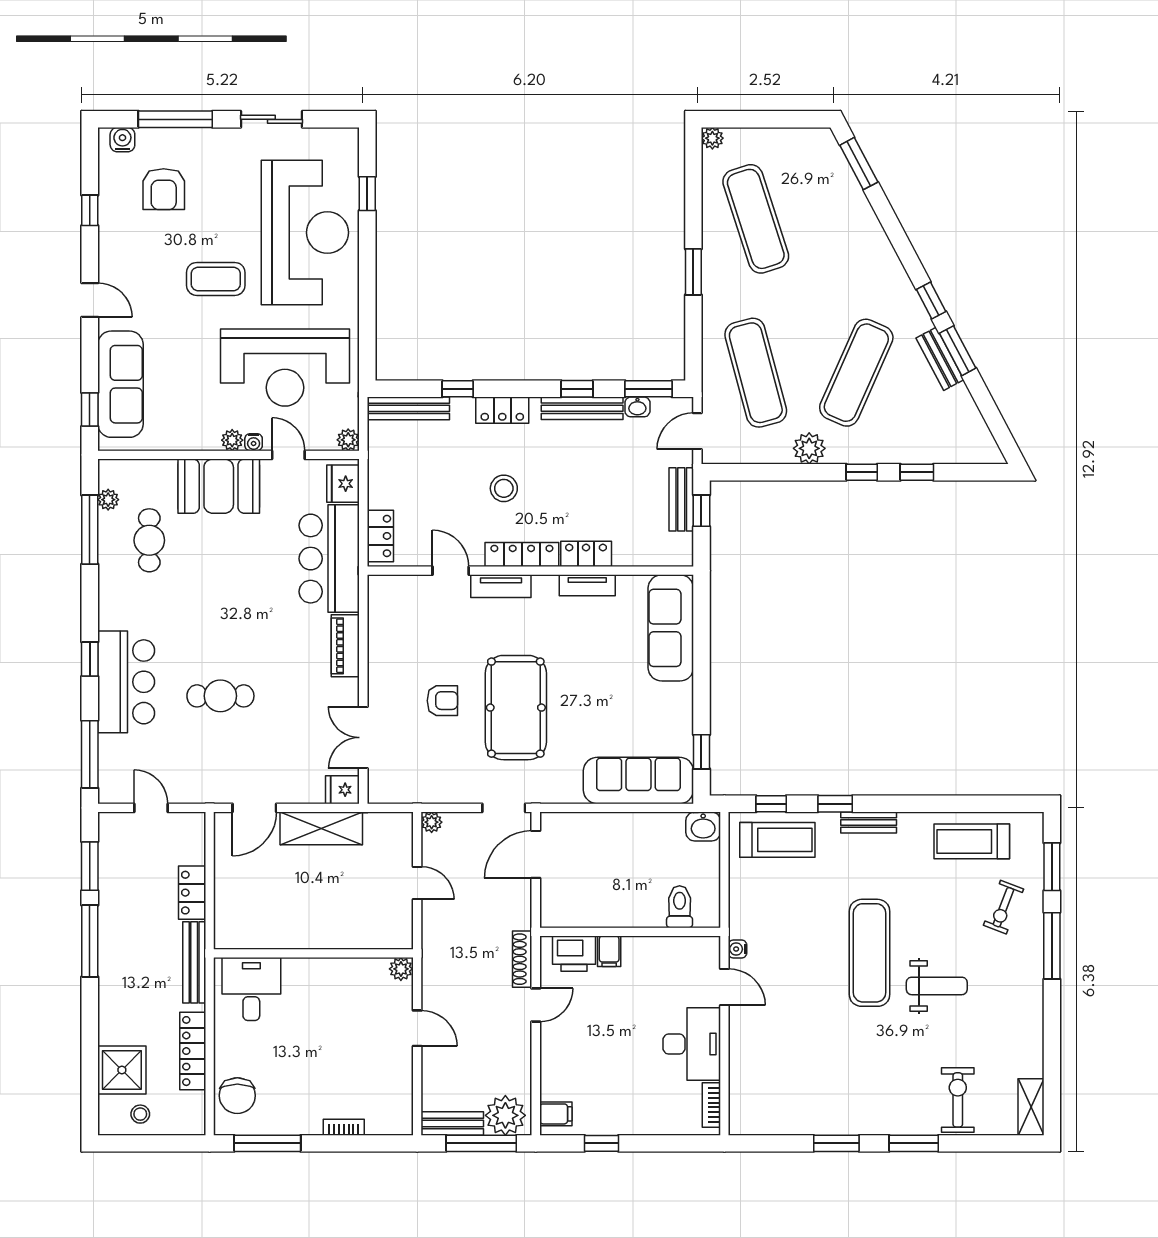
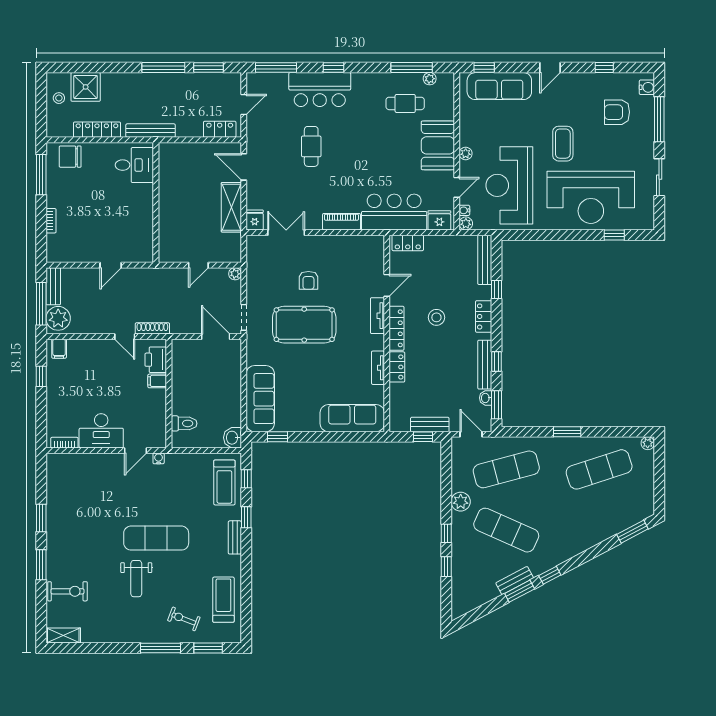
water cooler: (254, 442) -> (464, 210), moved
locker: (192, 893) -> (220, 129), moved
plant: (401, 969) -> (146, 255), removed

